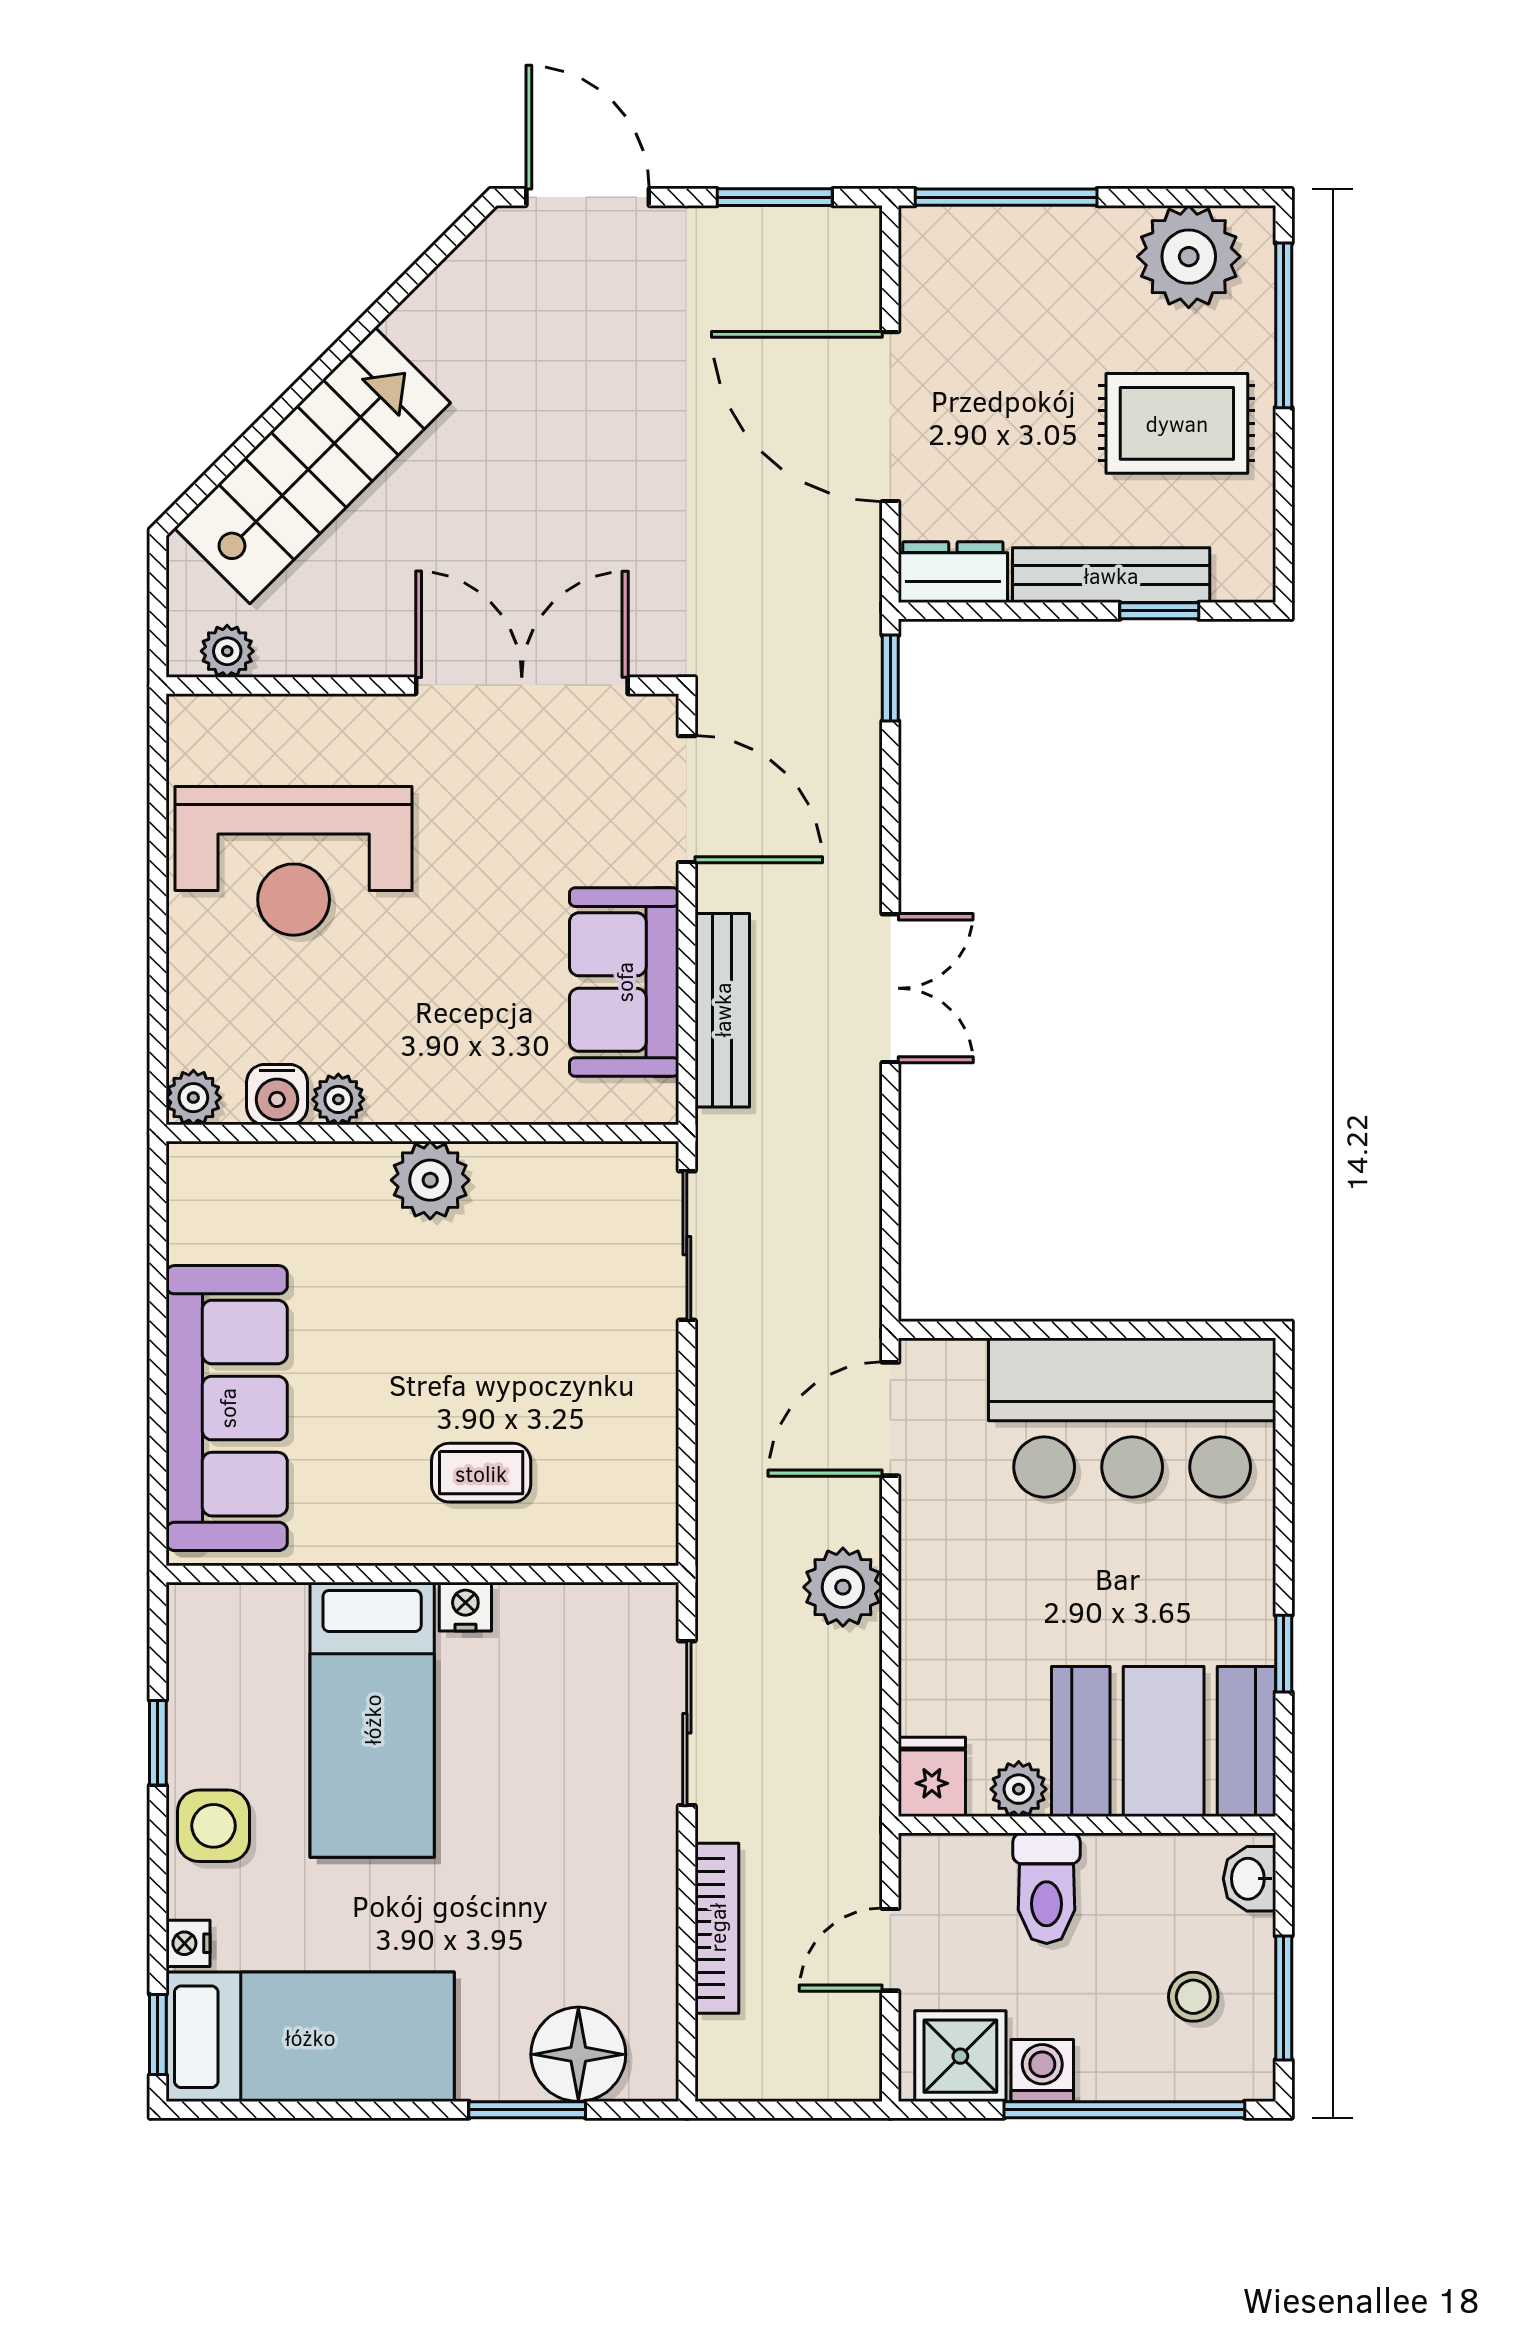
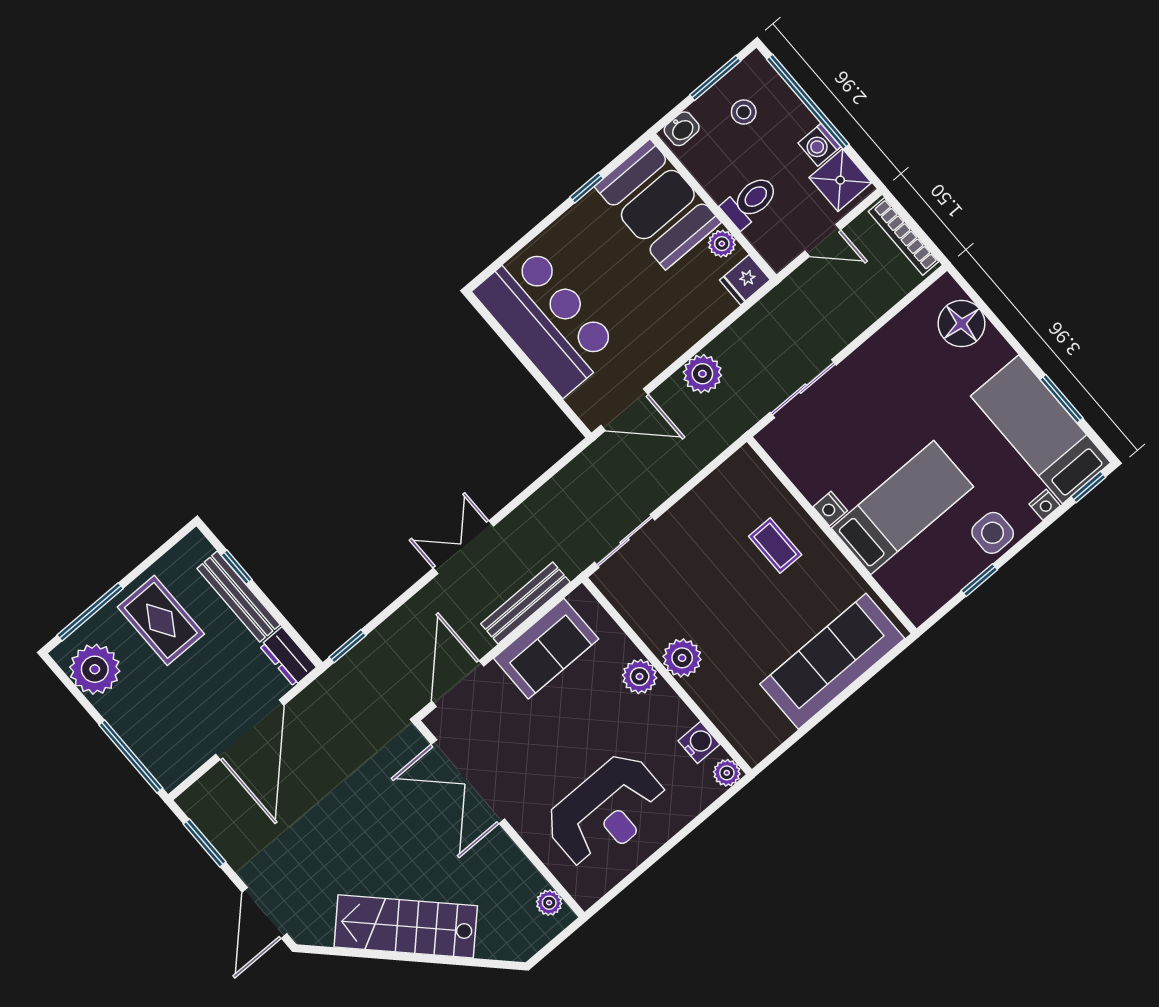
stairs: (312, 465) -> (406, 926), moved
reception desk: (294, 861) -> (606, 811), turned 90
plant: (338, 1099) -> (640, 677), moved, width x1.38, depth x1.38
bookcase: (717, 1928) -> (904, 236), moved, turned -90
window: (527, 2110) -> (1062, 399), moved

